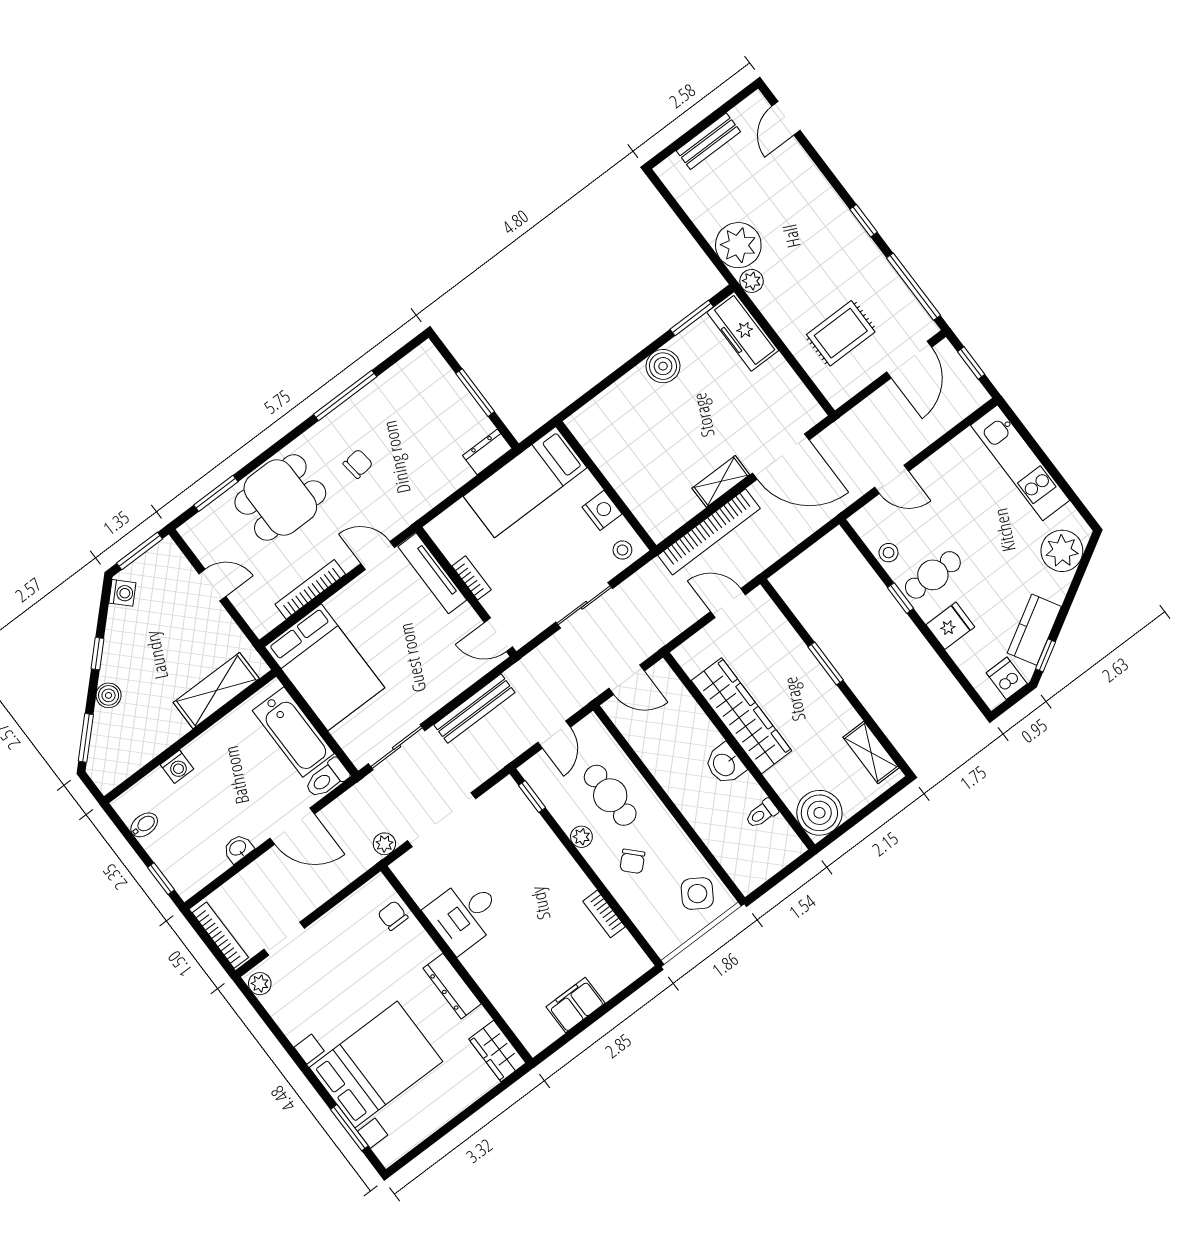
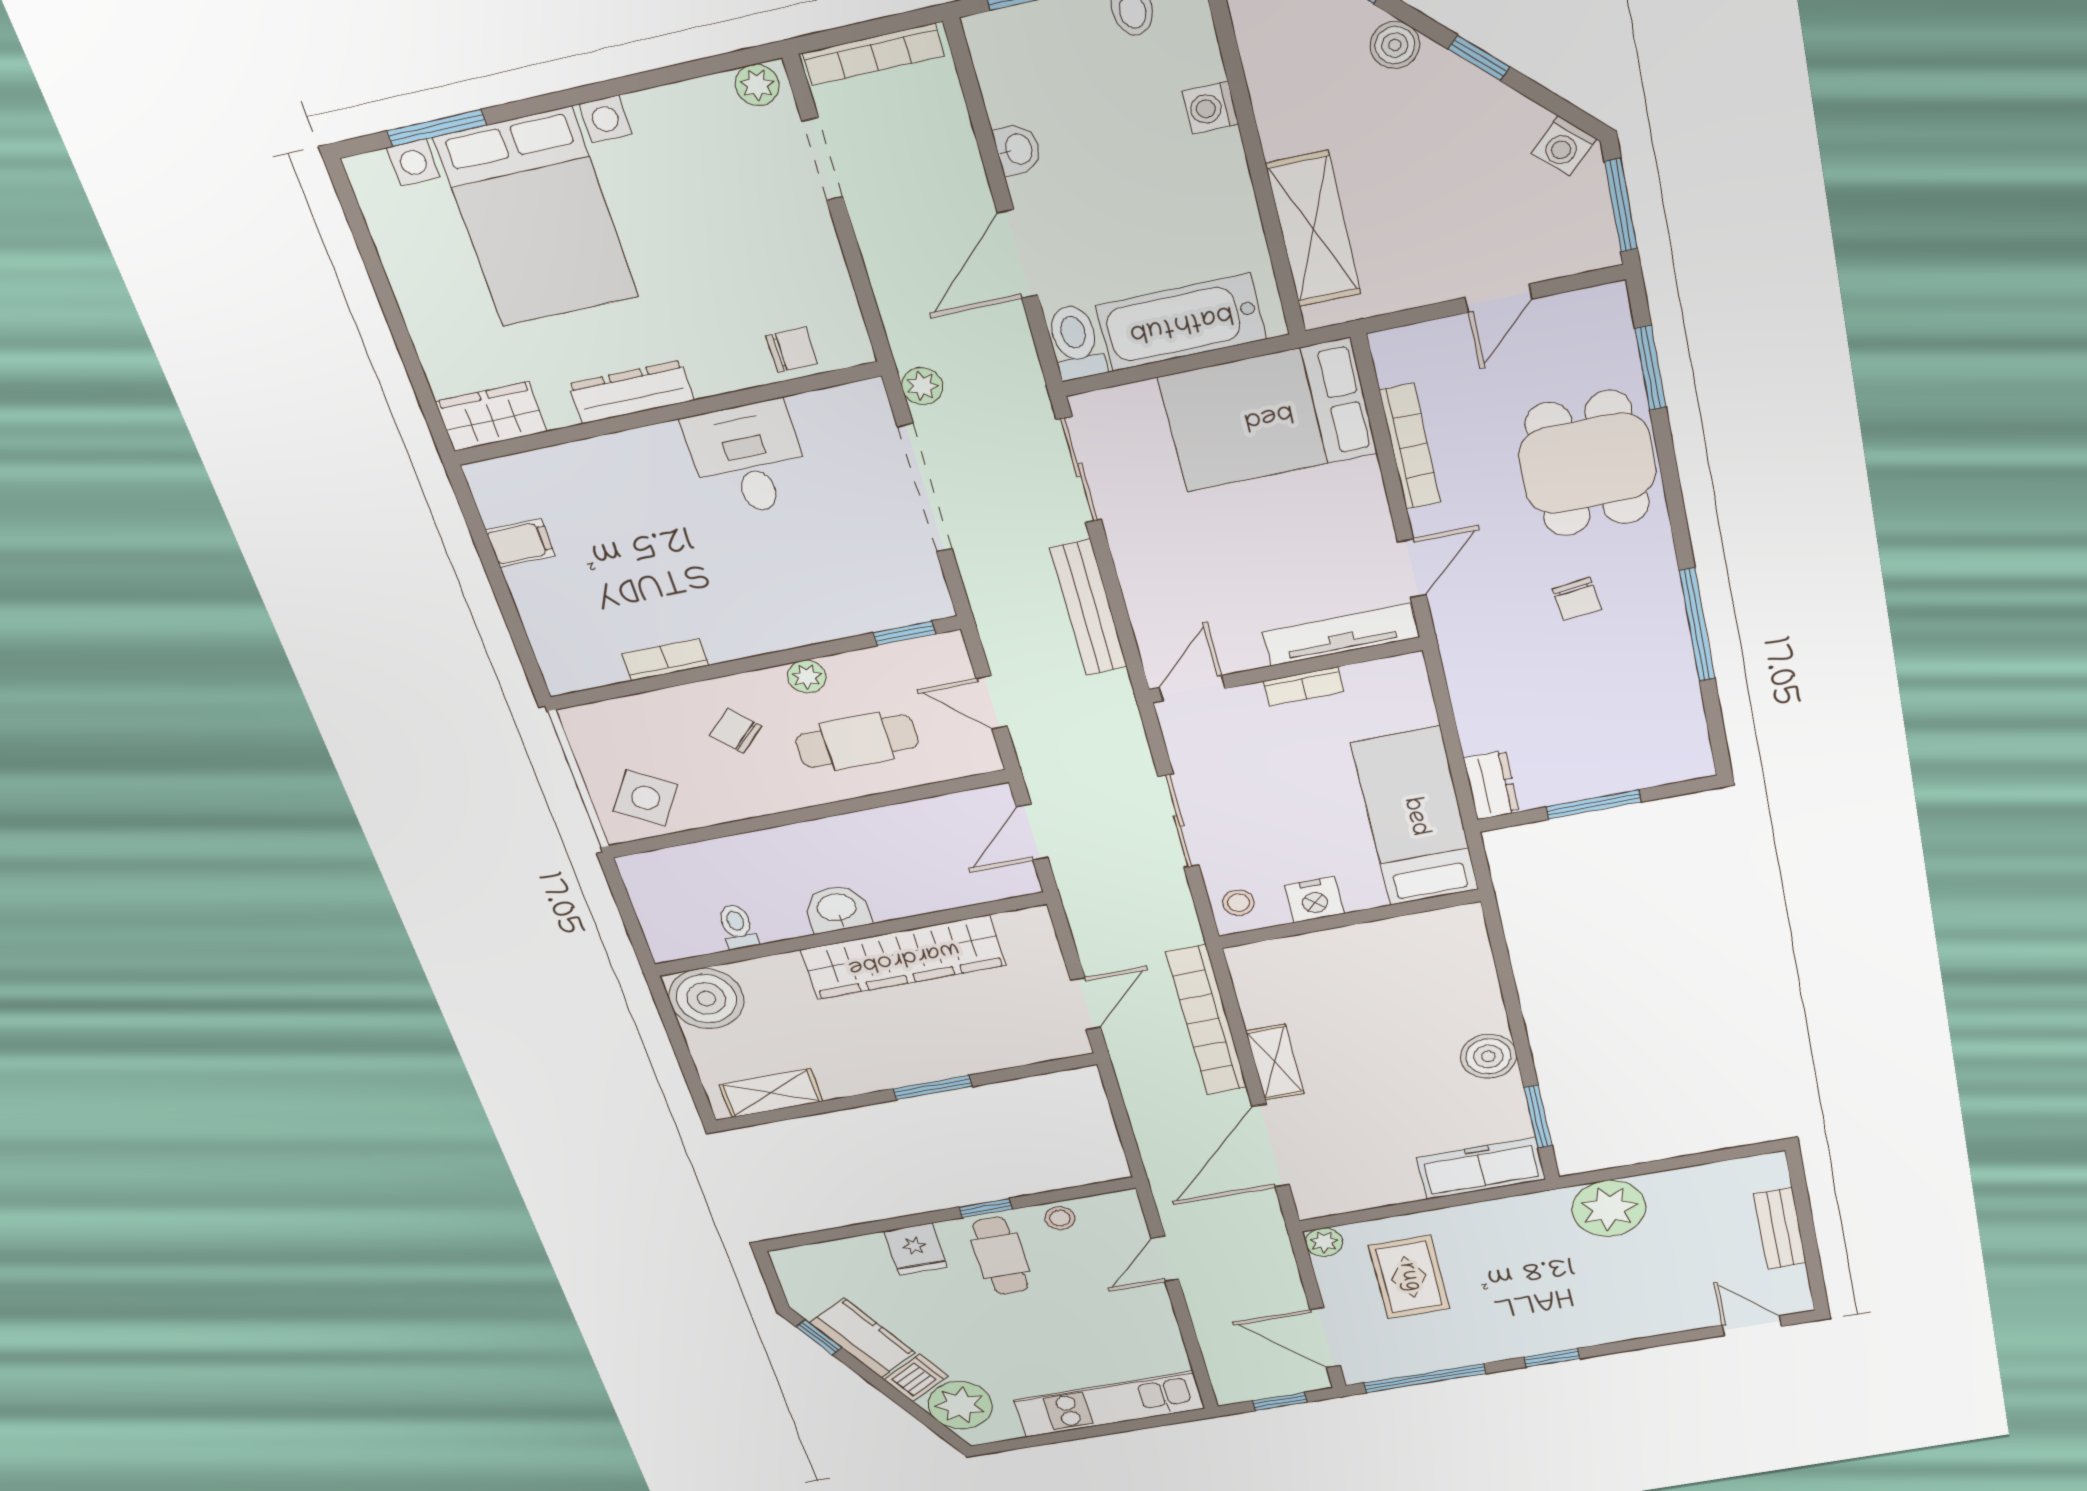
plant: (752, 281) -> (1324, 1242), moved
dishwasher: (1007, 678) -> (916, 1378), moved, turned -30
filing cabinet: (575, 1005) -> (520, 543), width x0.50

